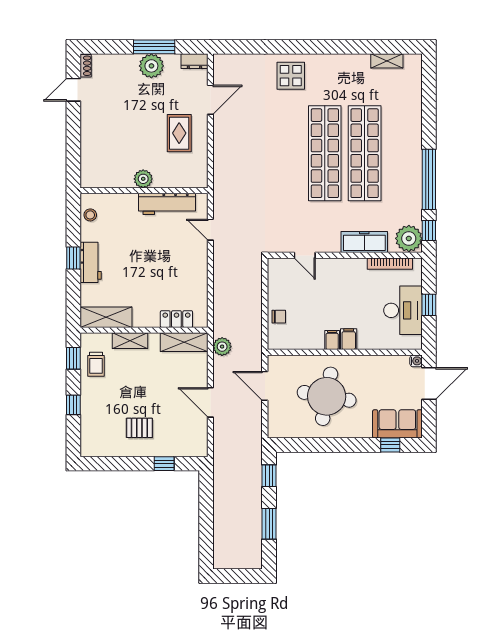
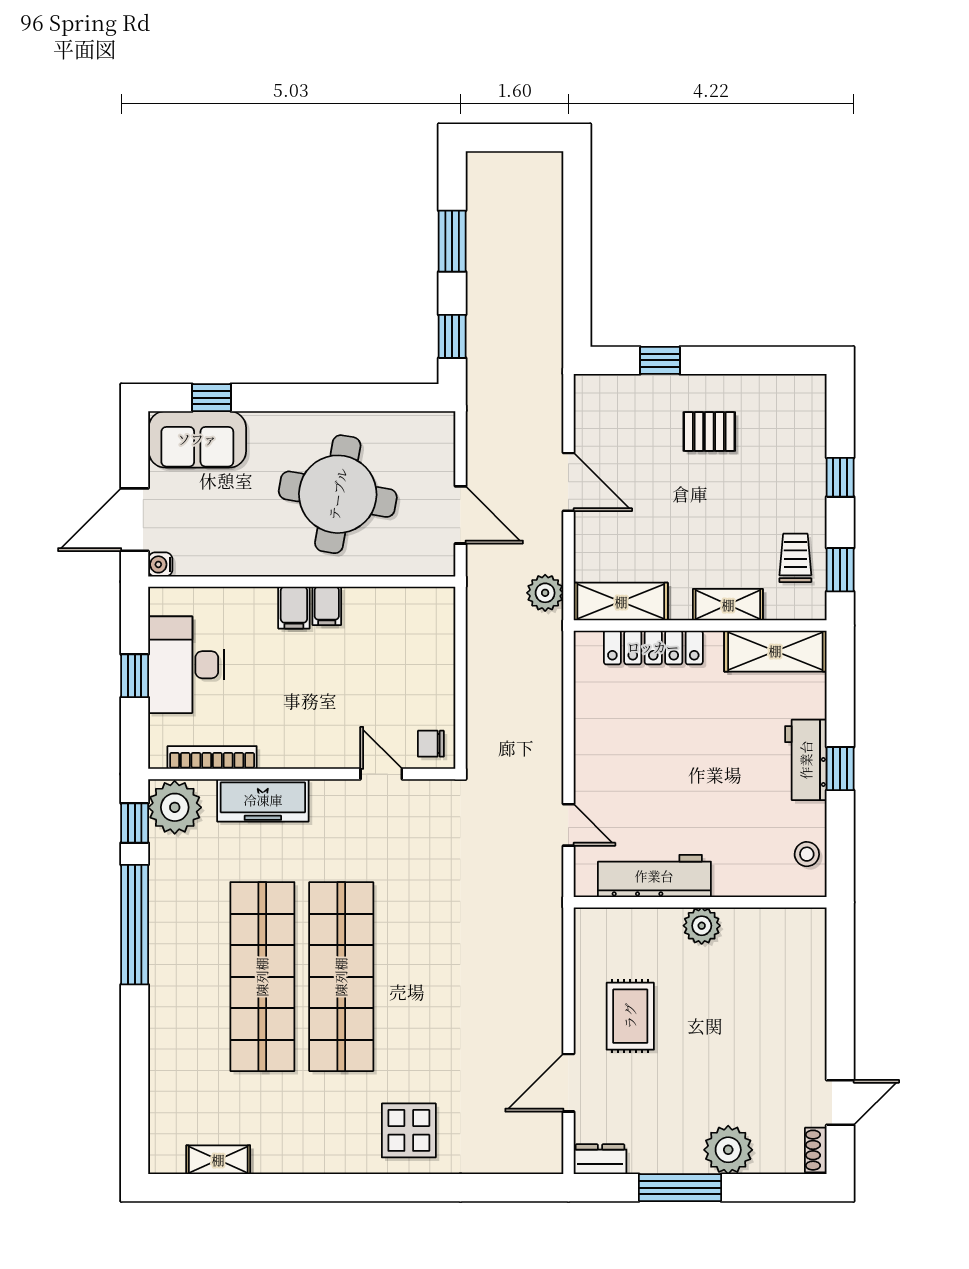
plant: (151, 66) -> (728, 1150), moved
chair: (279, 317) -> (431, 744), moved
locker: (176, 319) -> (653, 647), width x1.53

